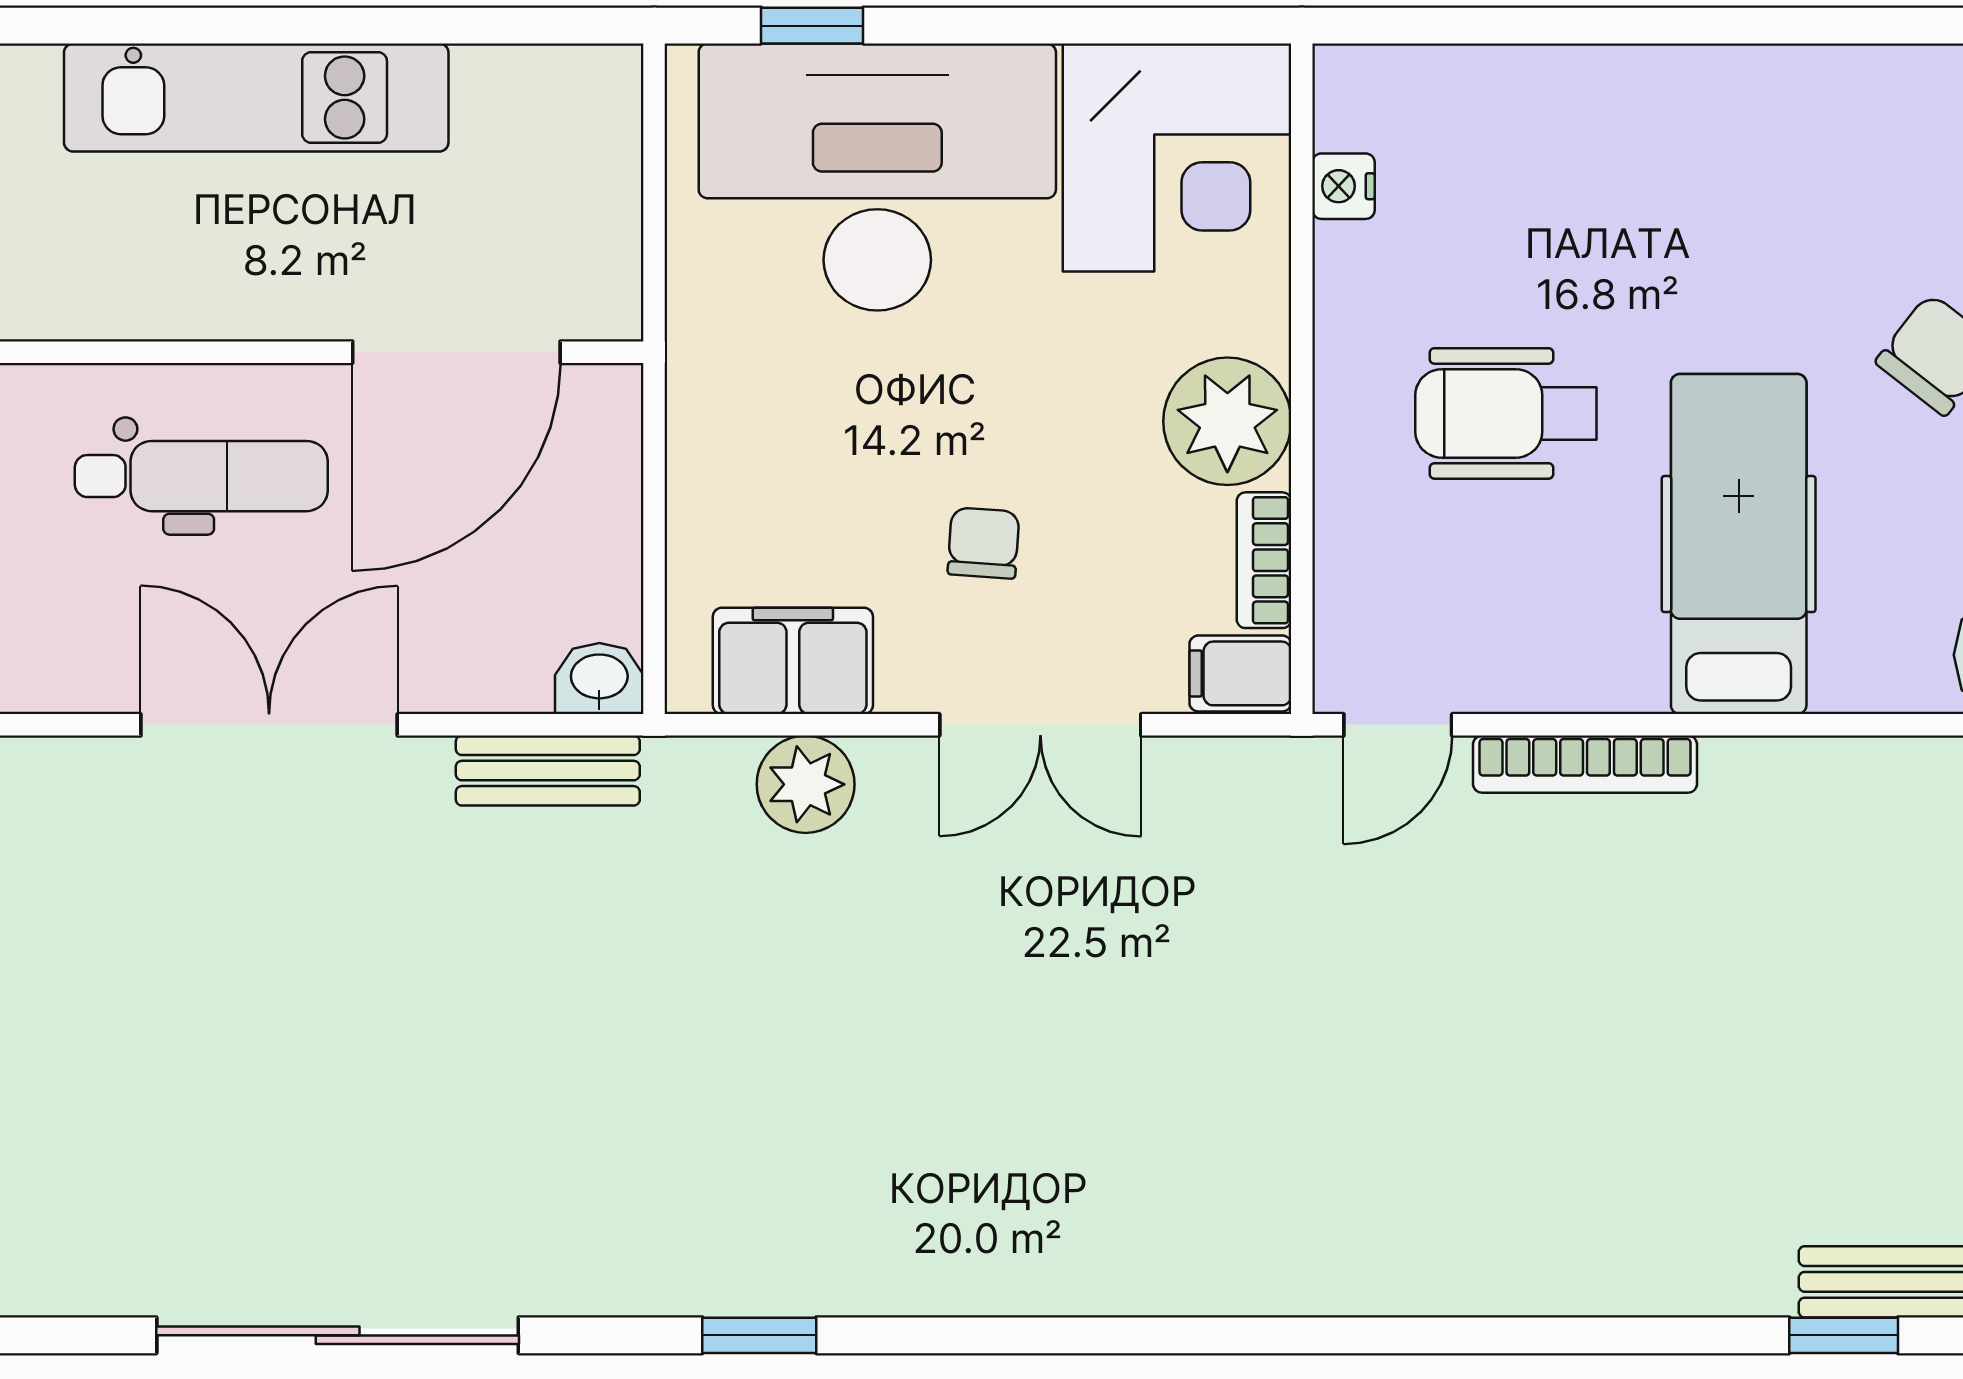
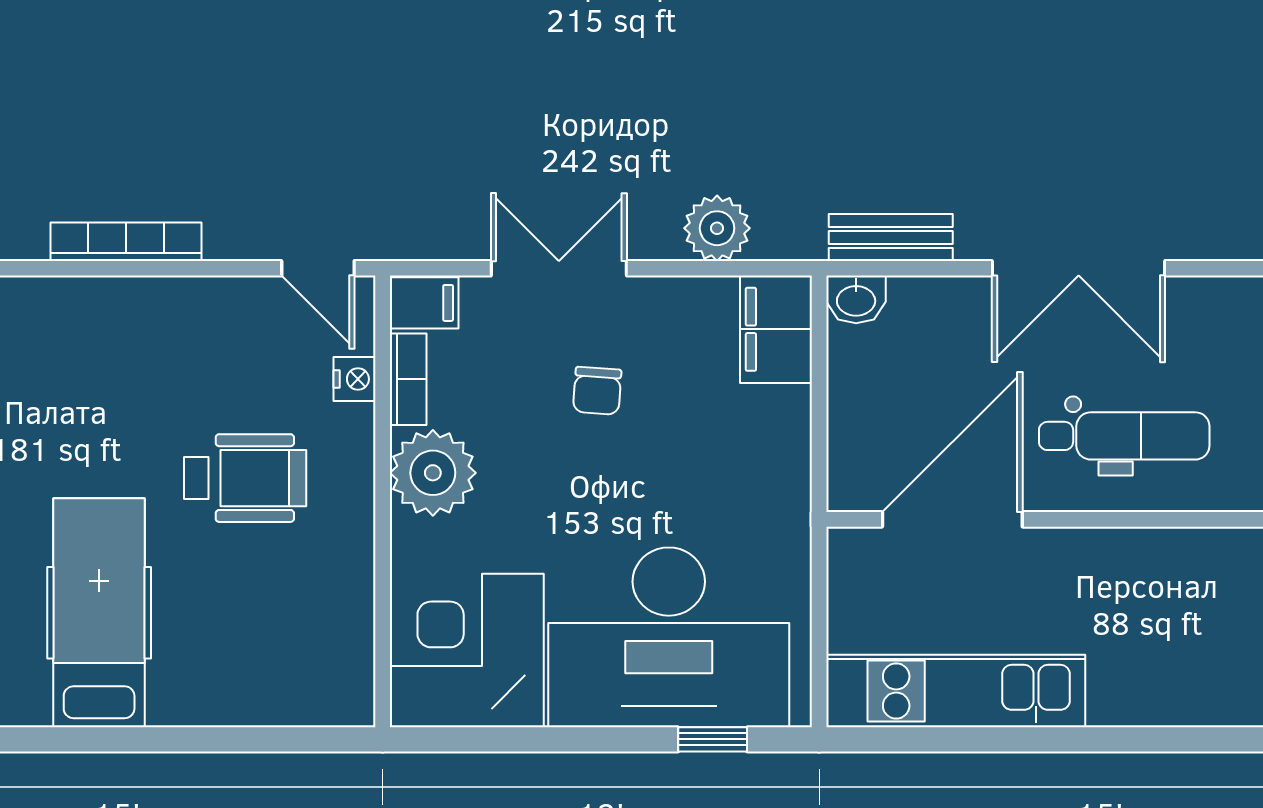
kitchen unit: (256, 97) -> (956, 691), moved
nightstand: (1343, 186) -> (355, 379), moved
dental chair: (201, 476) -> (1124, 436), turned 180
hospital bed: (1739, 544) -> (99, 613), moved, turned 180
filing cabinet: (793, 661) -> (776, 329), moved, turned 90
door: (1398, 725) -> (318, 268), swing flipped
bookcase: (1585, 764) -> (126, 242), moved

